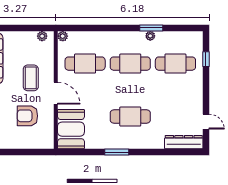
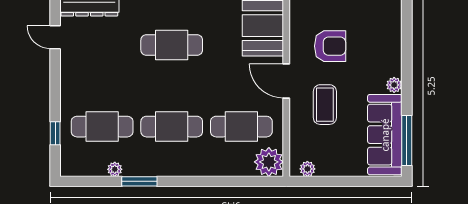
plant: (63, 36) -> (269, 162), width x1.88, depth x1.88
plant: (150, 36) -> (115, 169), moved

